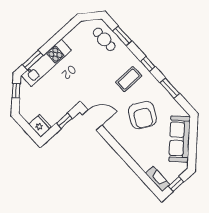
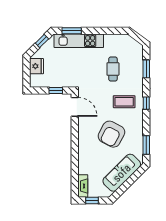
cafe table: (104, 39) -> (113, 69), moved
window: (170, 88) -> (146, 145), moved
fridge: (40, 126) -> (37, 66), moved

